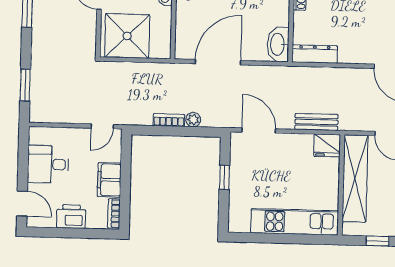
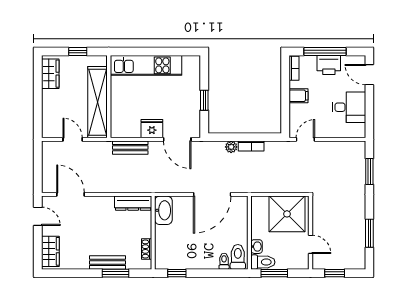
fridge: (327, 145) -> (152, 129), moved
filing cabinet: (109, 180) -> (299, 96), width x0.50
window: (76, 233) -> (325, 52), added

